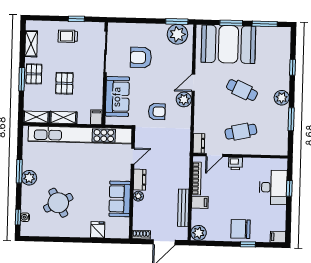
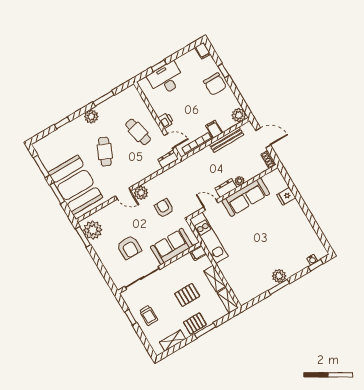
kitchen unit: (80, 135) -> (209, 238), width x0.54
sofa: (120, 199) -> (246, 197), width x1.36
round table: (58, 203) -> (284, 241), removed

